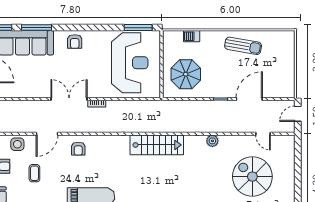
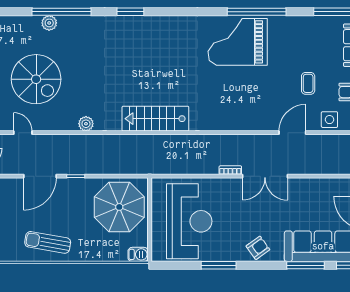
window: (138, 28) -> (219, 265), moved
barbecue: (192, 36) -> (138, 254), moved
armchair: (75, 41) -> (258, 248), turned 54
reception desk: (130, 63) -> (189, 221), turned 180
parasol: (186, 74) -> (119, 207), width x1.36, depth x1.36
armchair: (78, 149) -> (253, 114), removed

